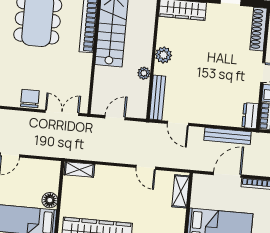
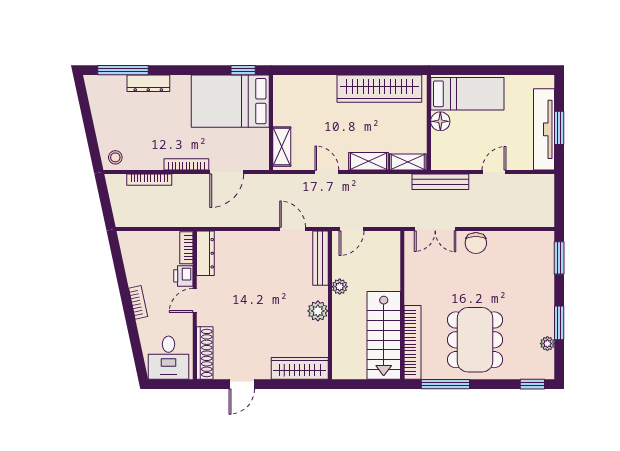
dresser: (250, 116) -> (205, 253), width x1.44
door: (115, 118) -> (351, 229), moved
bench: (228, 136) -> (440, 182), moved
shelving: (111, 173) -> (368, 161), added

